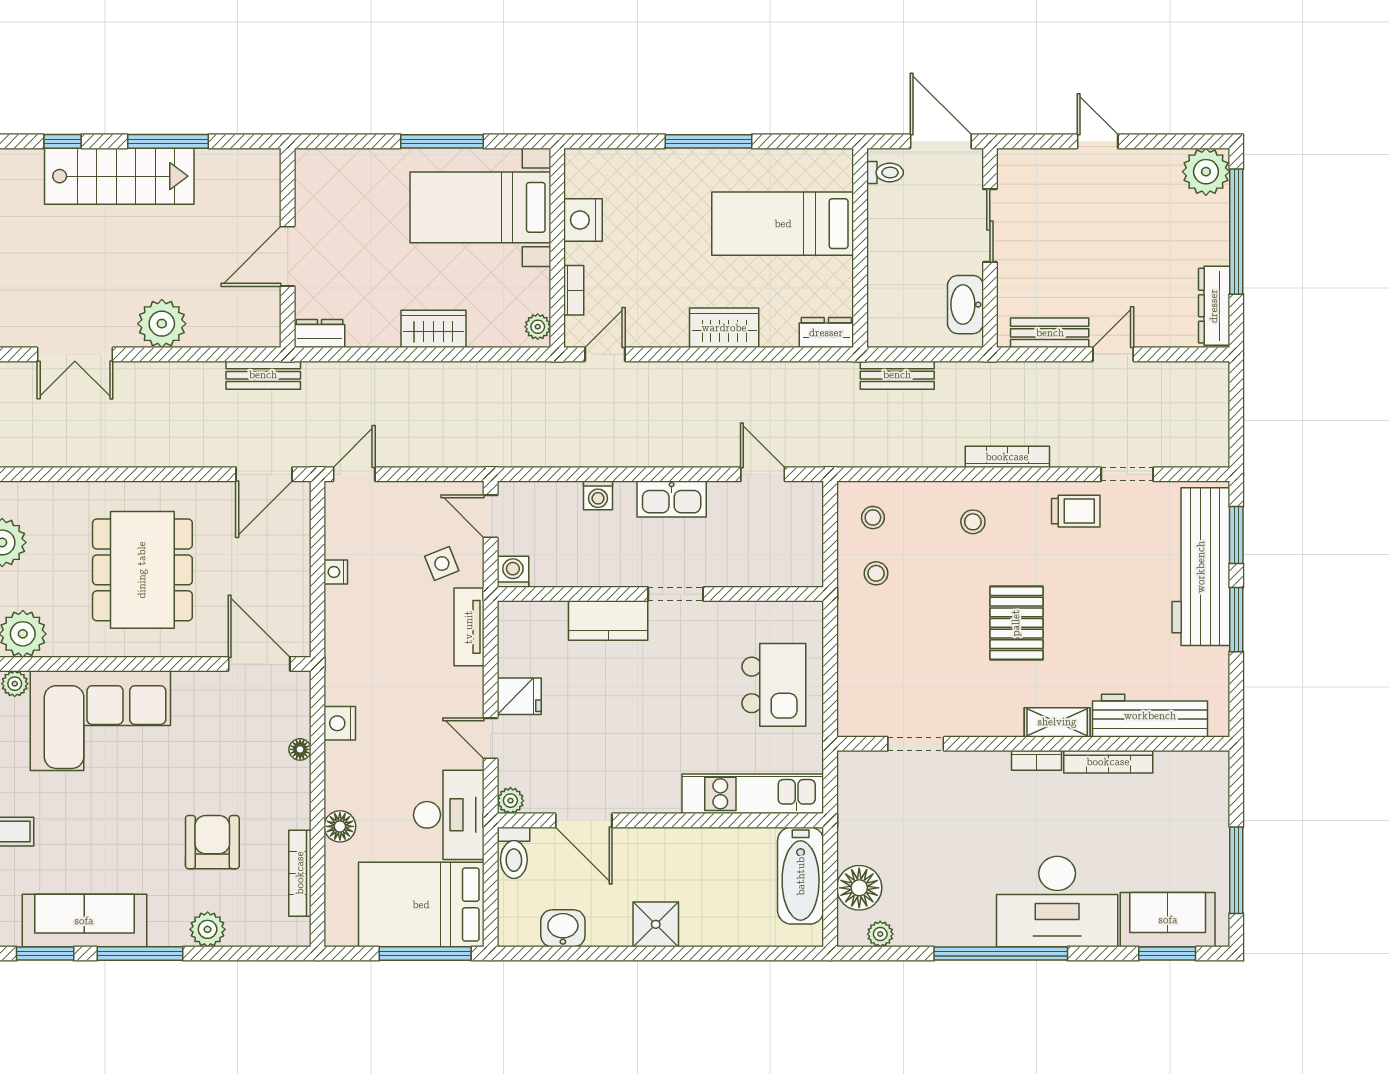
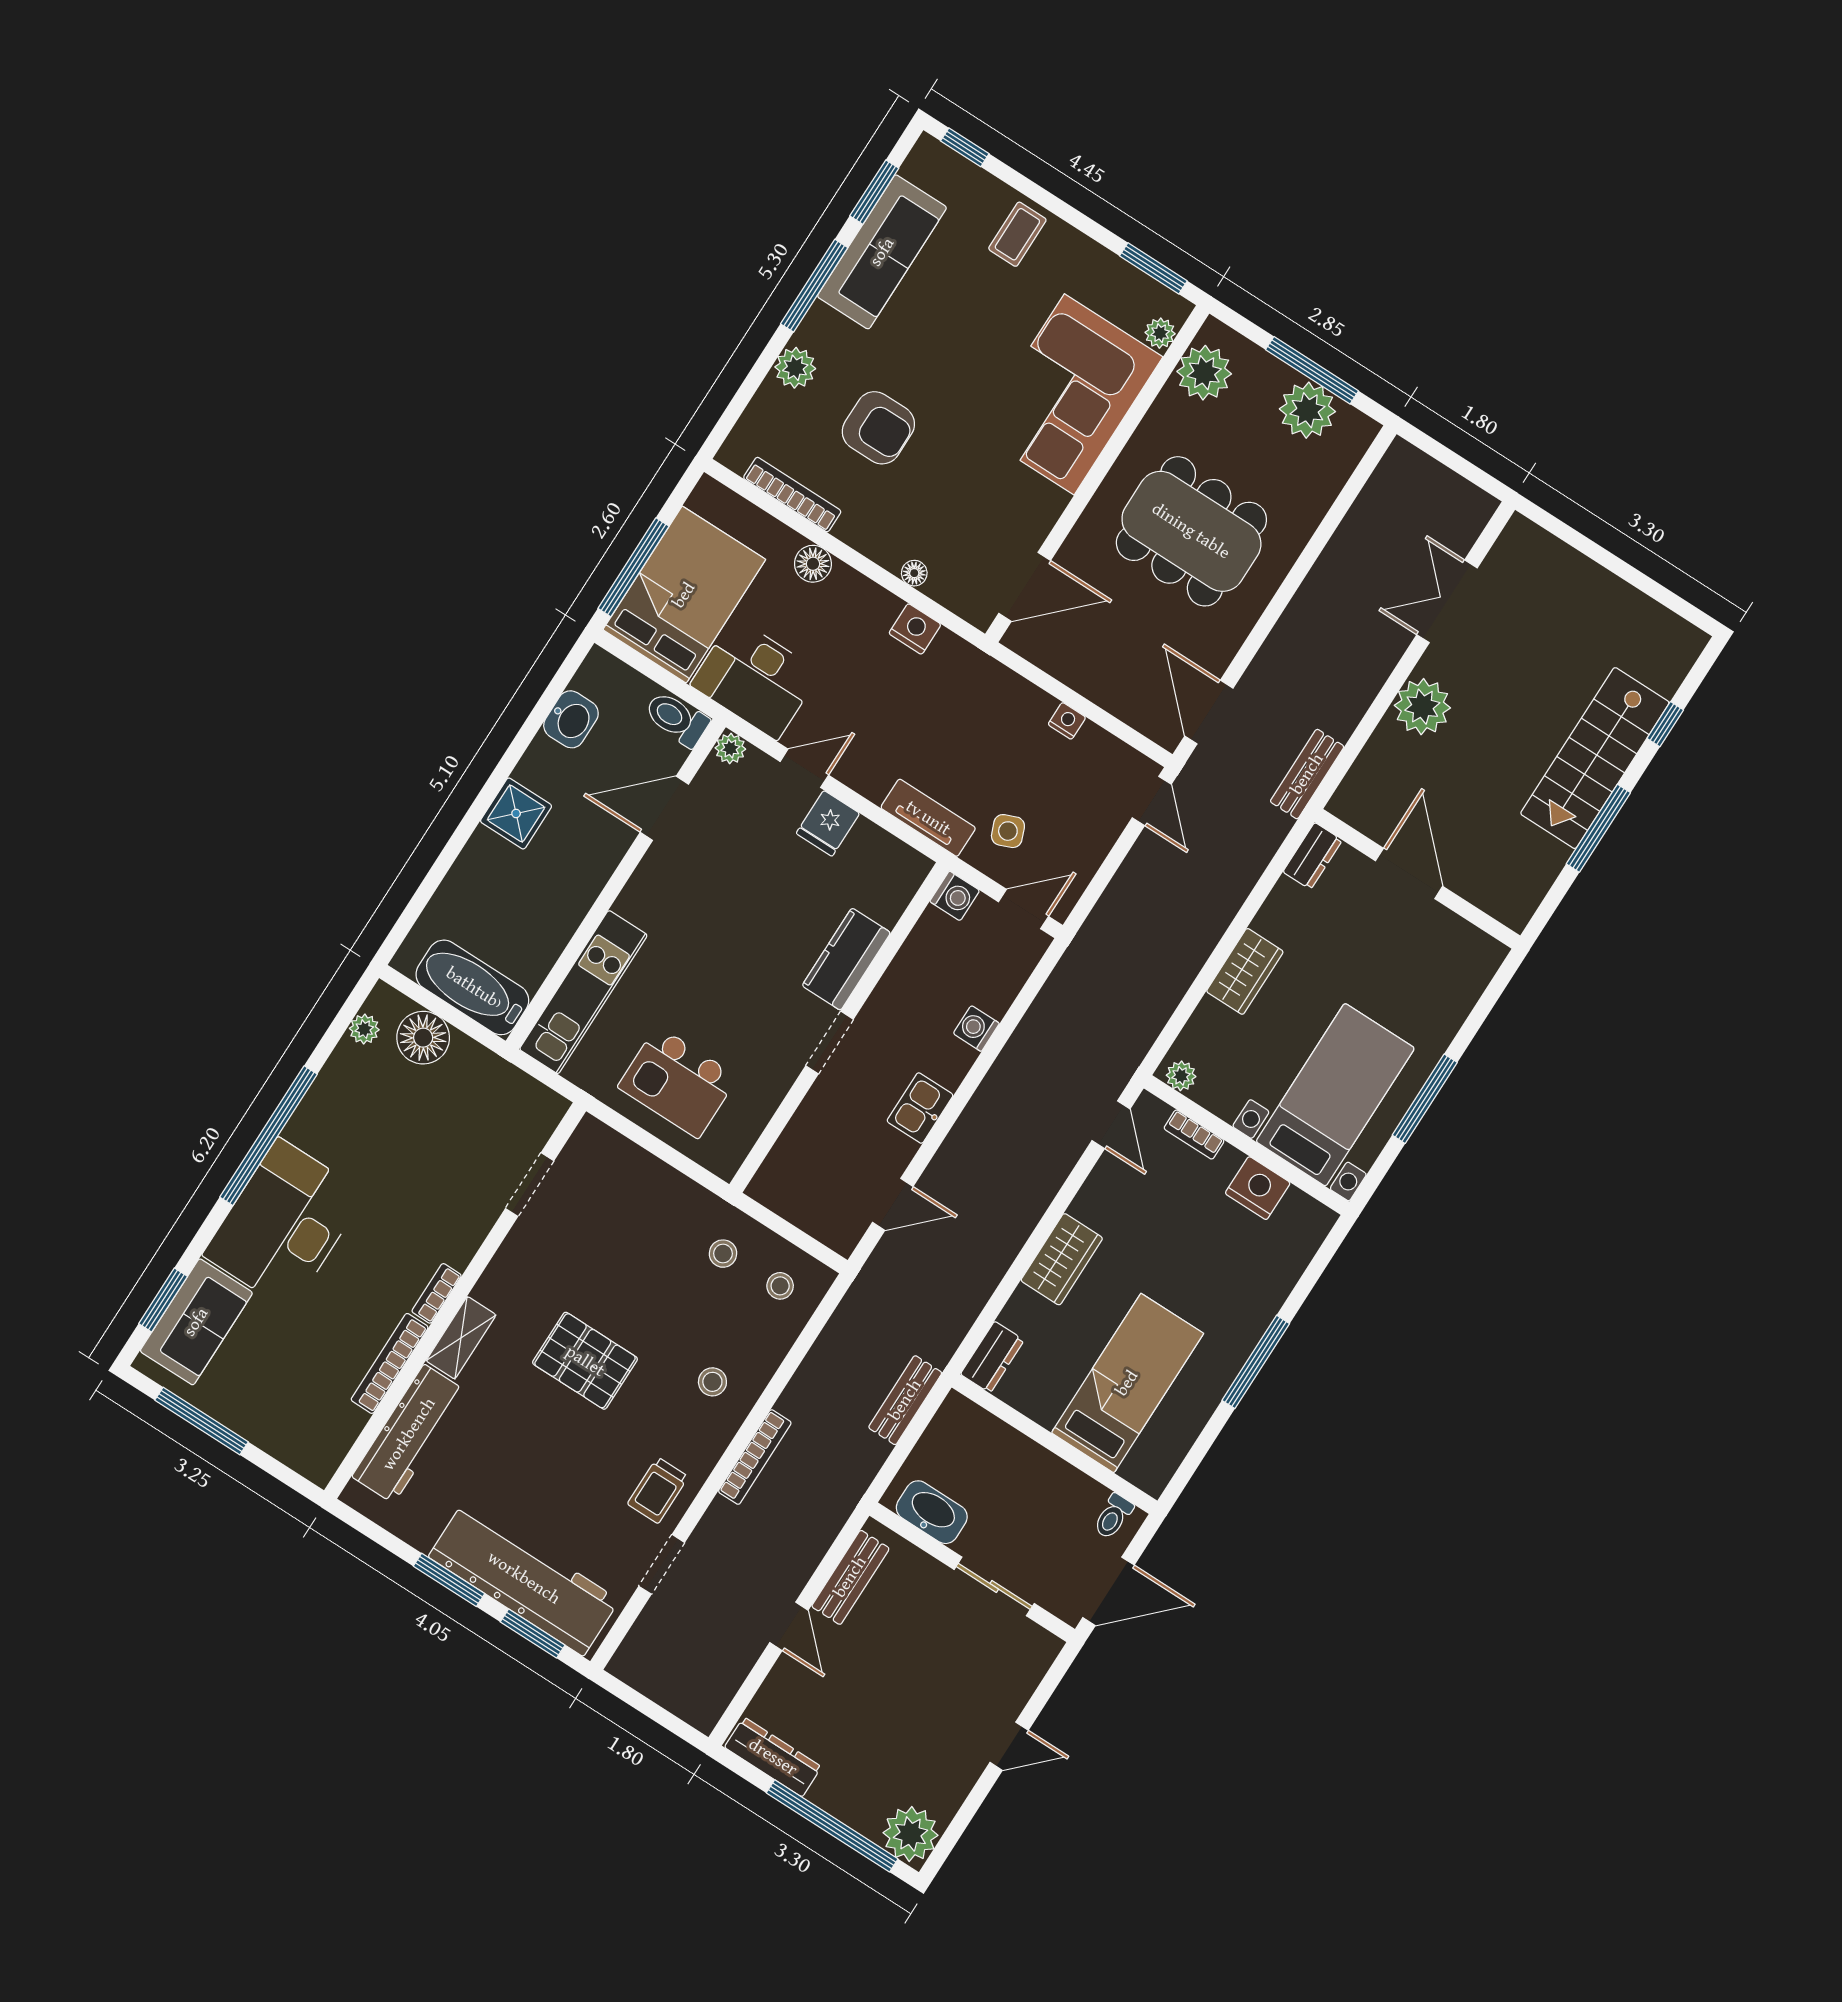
kitchen sink: (672, 499) -> (920, 1108), width x0.73

